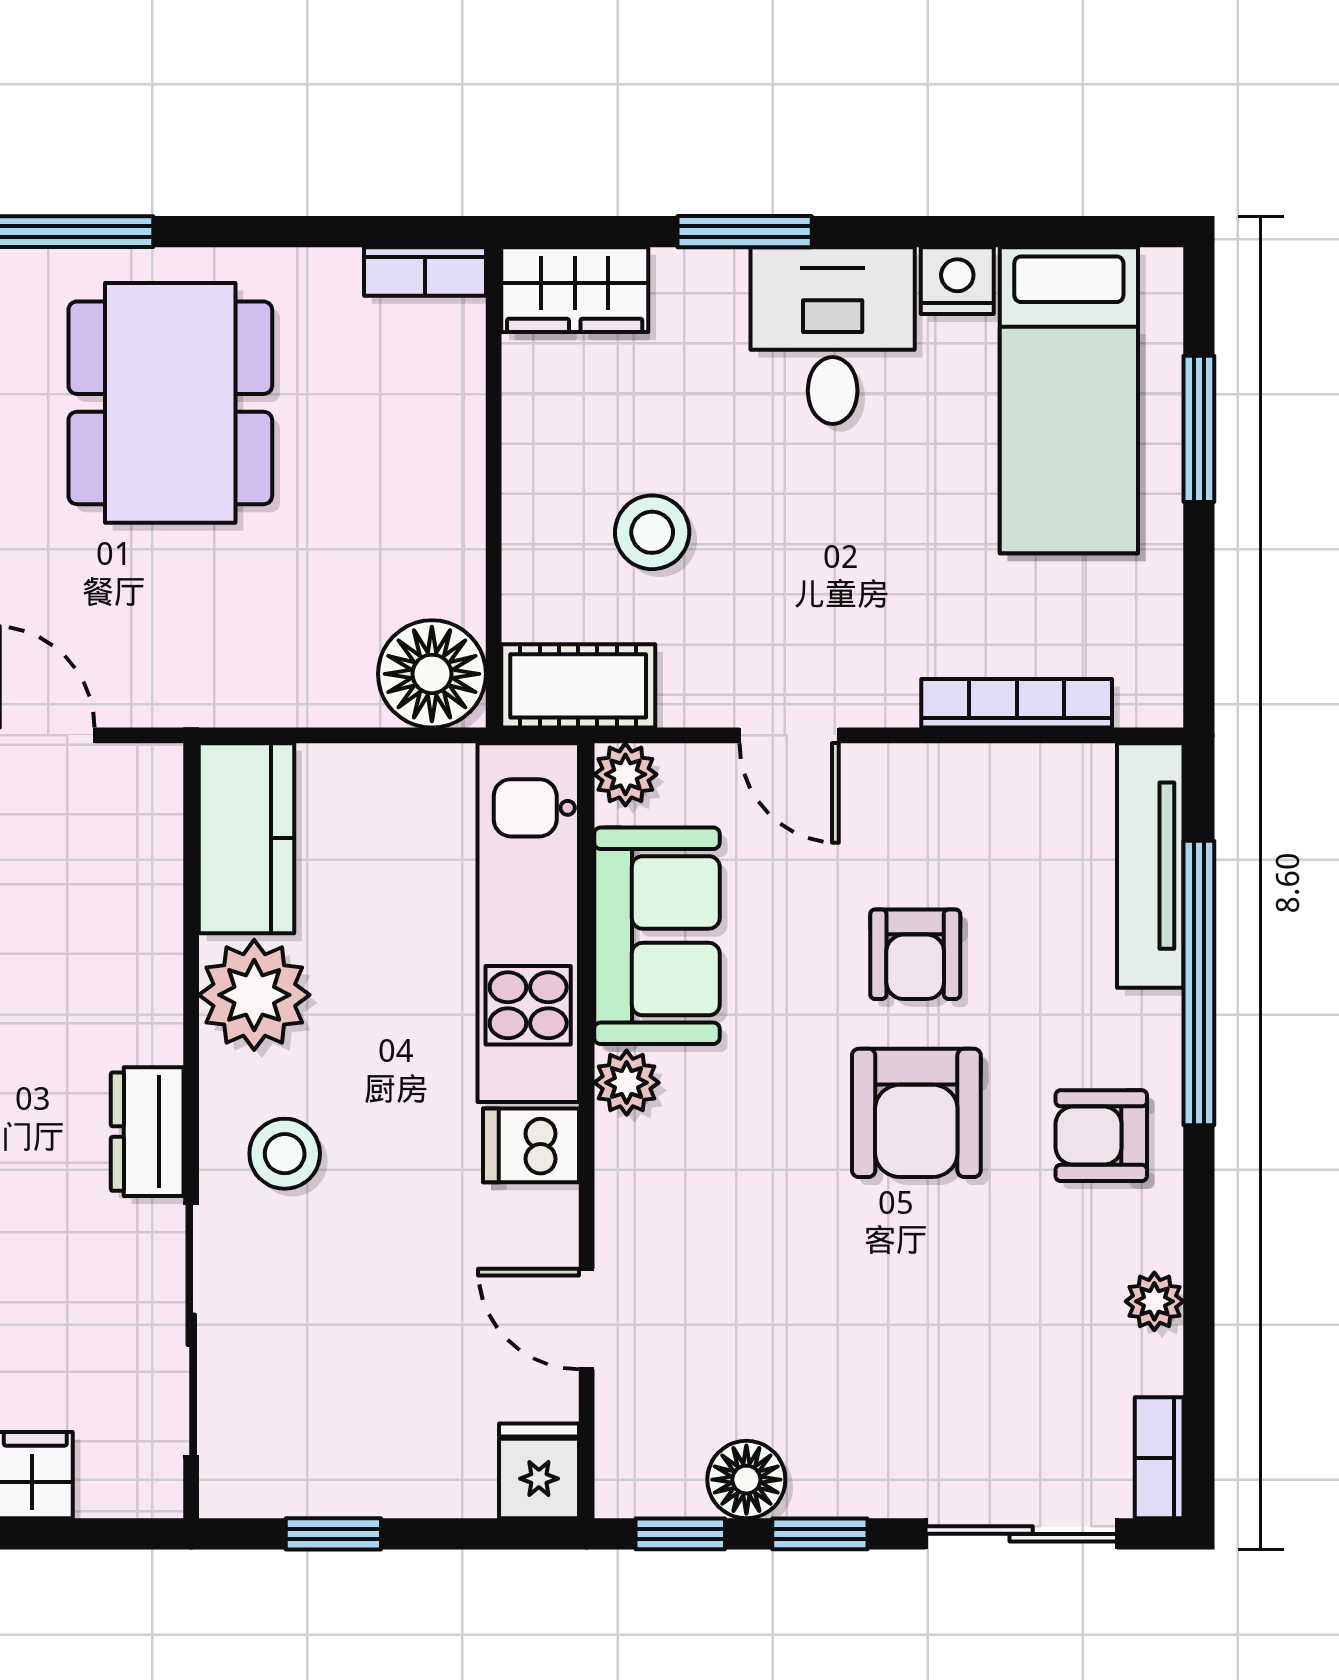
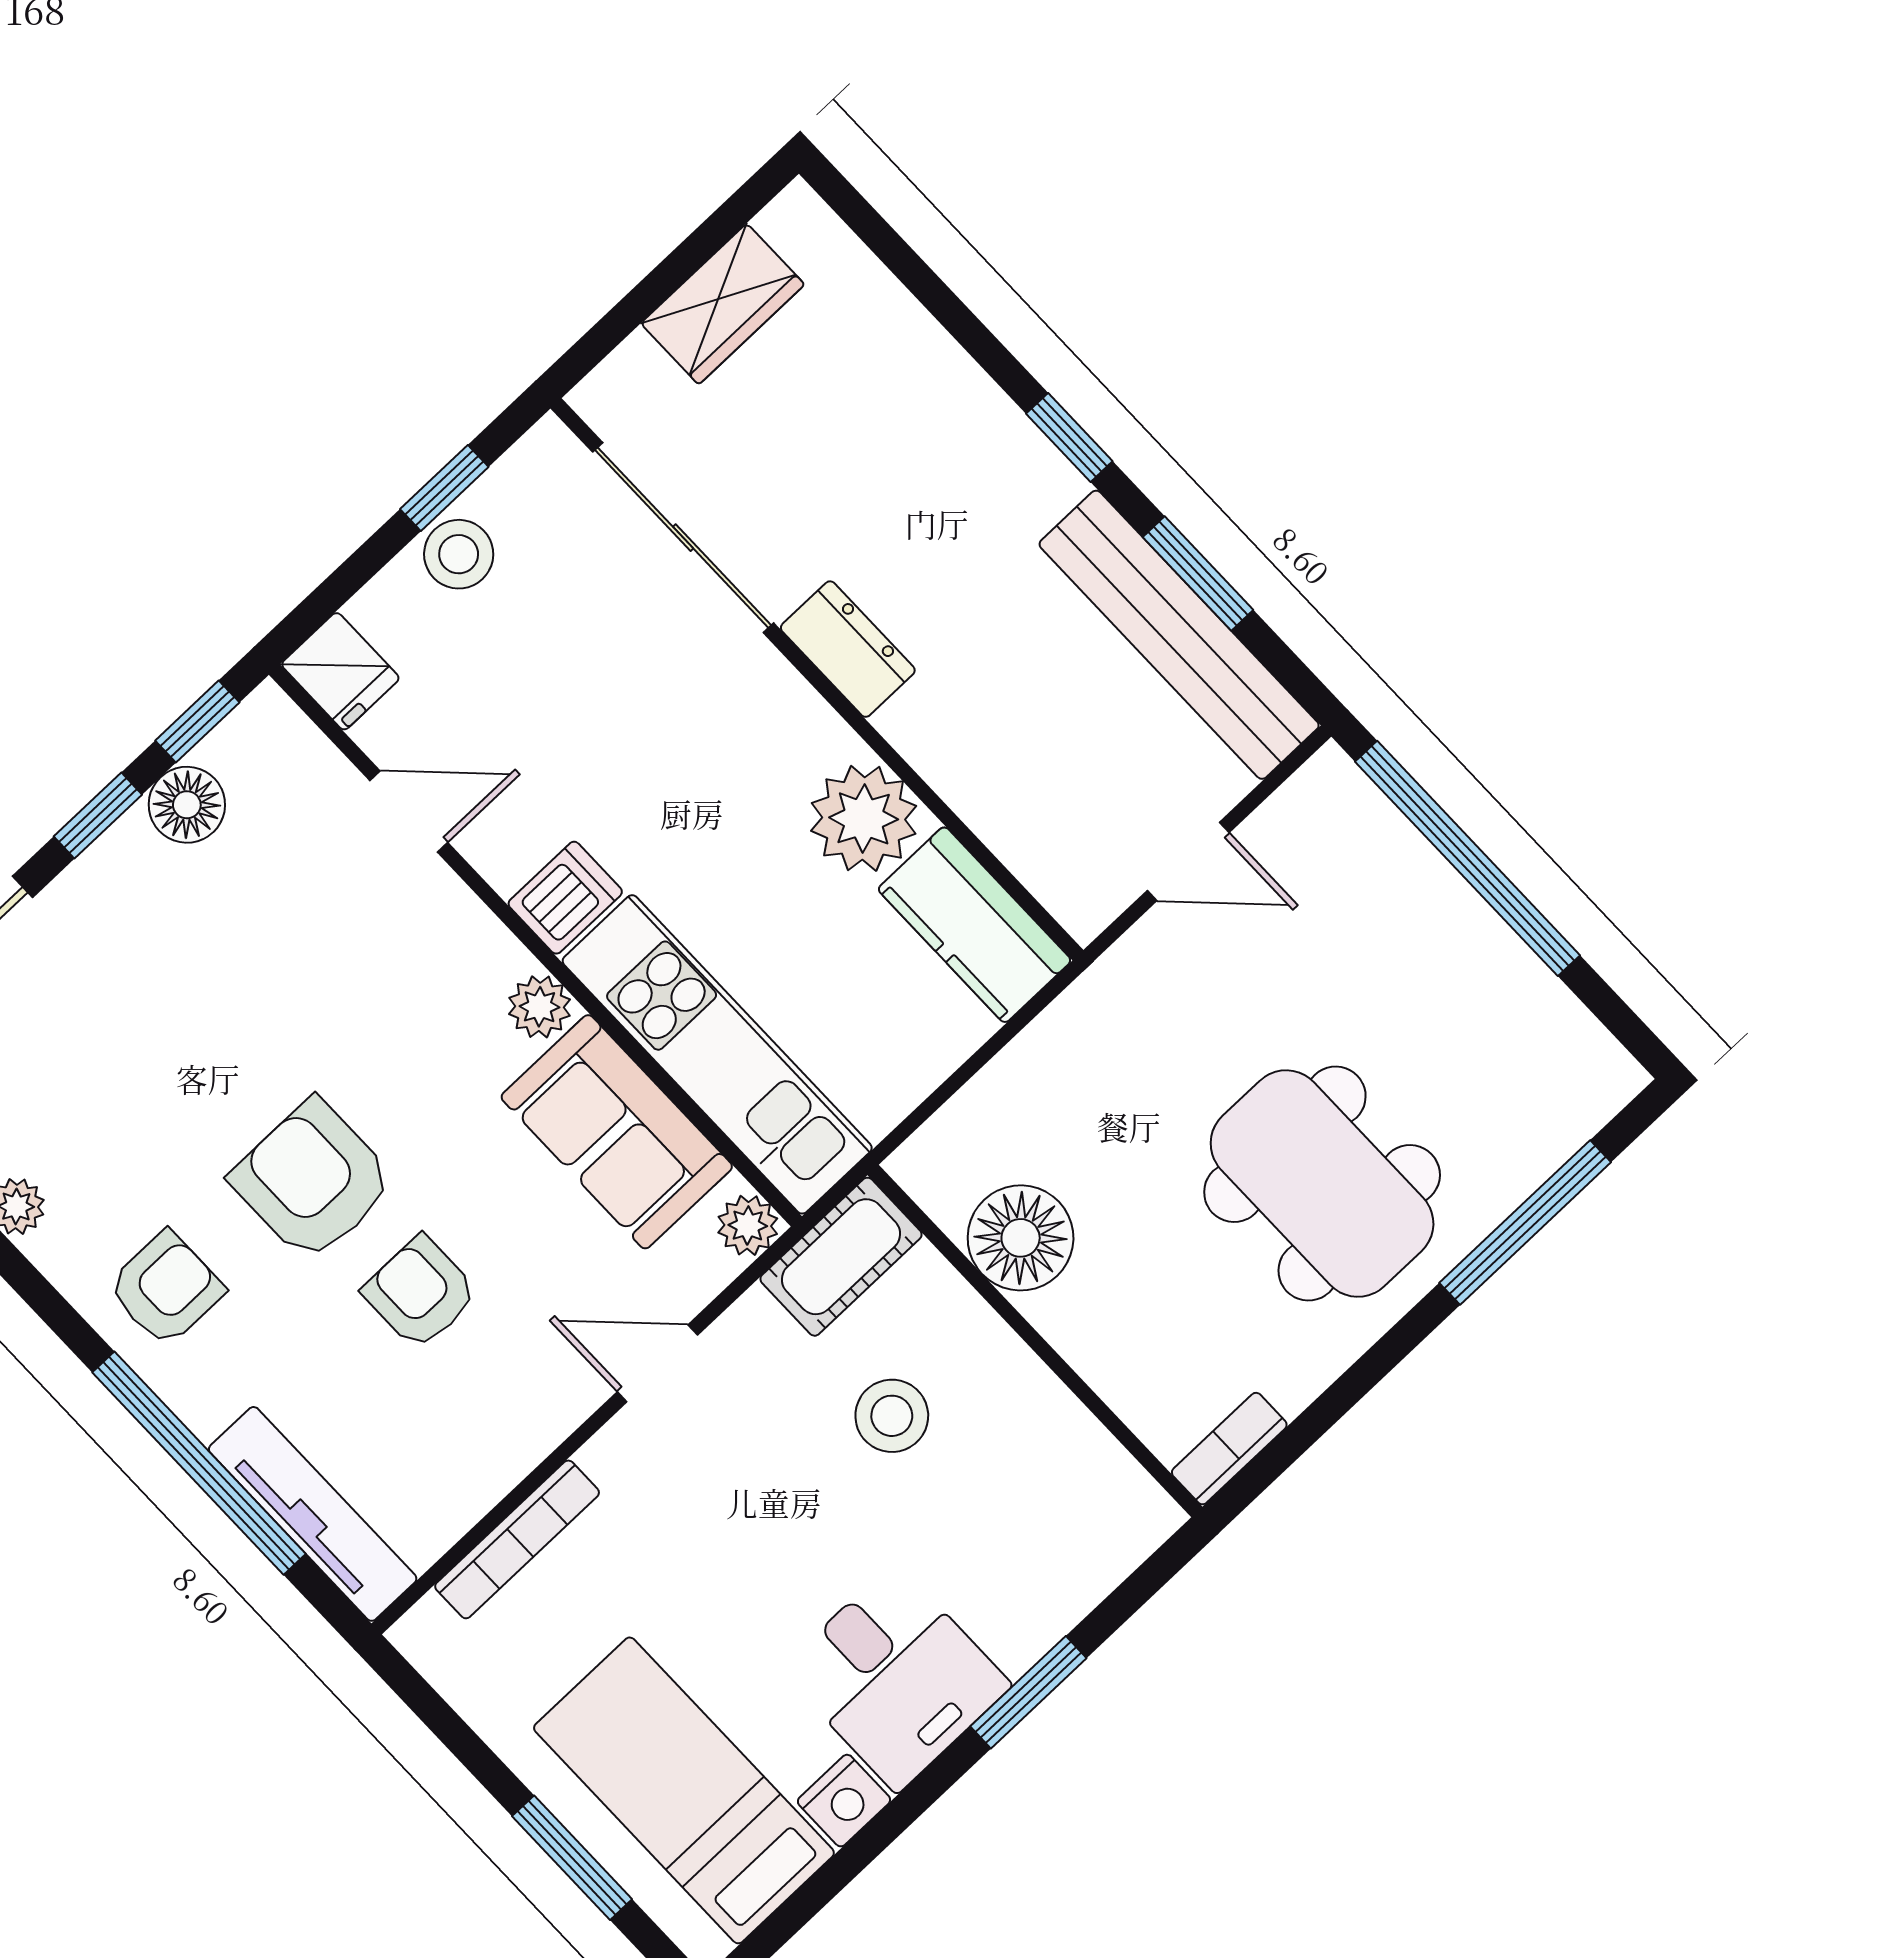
wardrobe: (575, 290) -> (1110, 1536), removed
floor lamp: (432, 674) -> (1021, 1238), moved
stool: (285, 1154) -> (459, 554), moved

